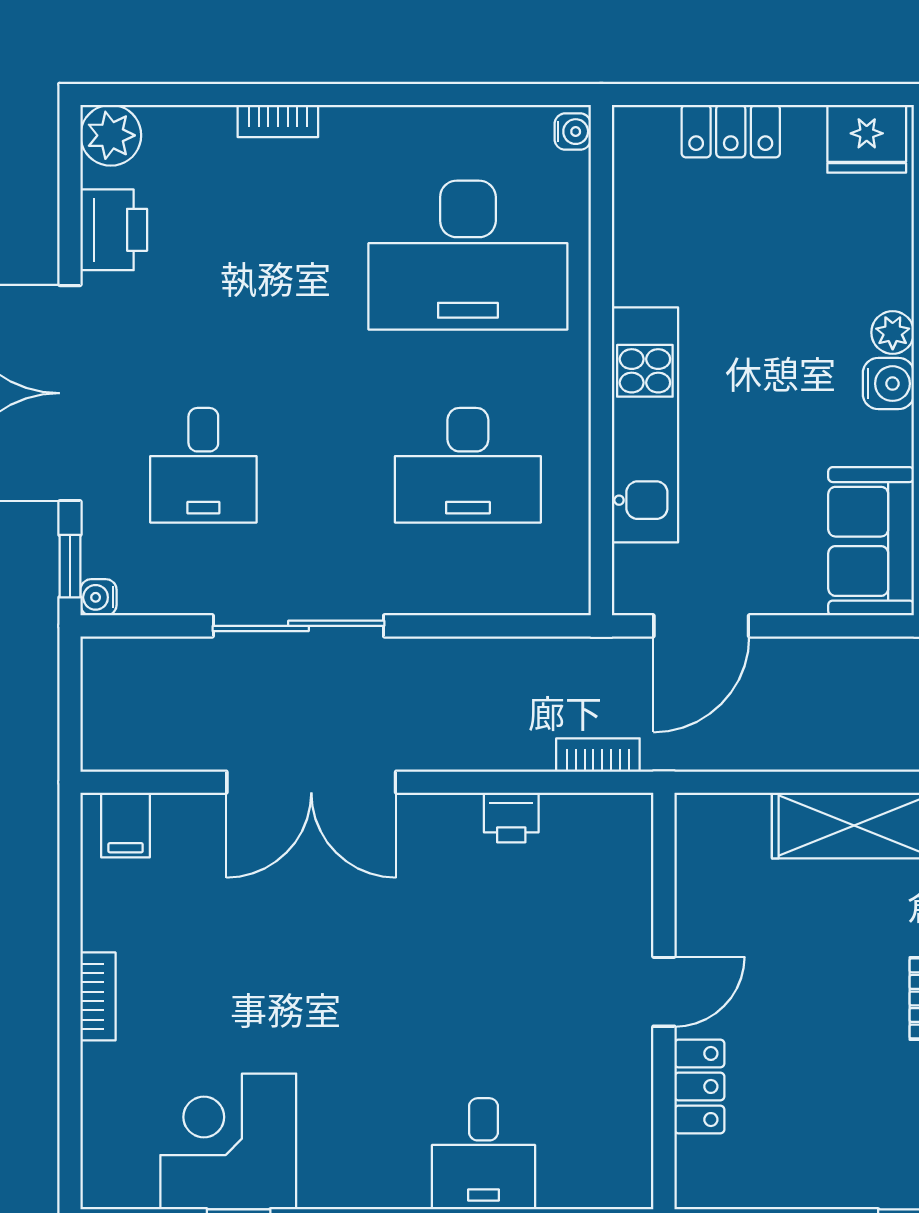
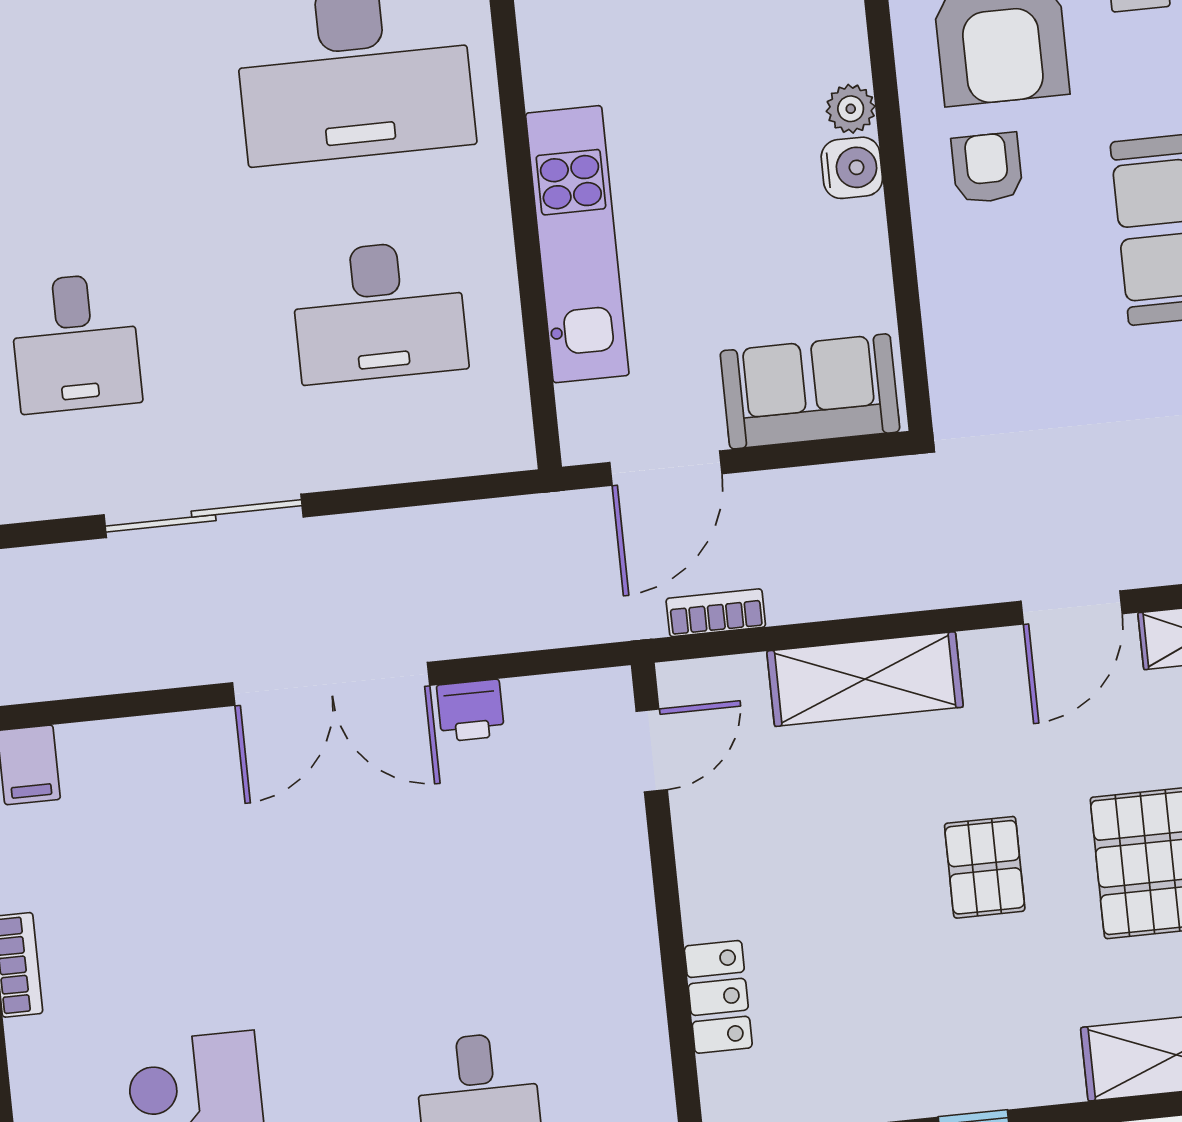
sofa: (871, 541) -> (810, 391), moved, turned 90
bookcase: (598, 755) -> (716, 613), moved
double door: (311, 782) -> (331, 684), moved
door: (664, 992) -> (652, 750), moved

